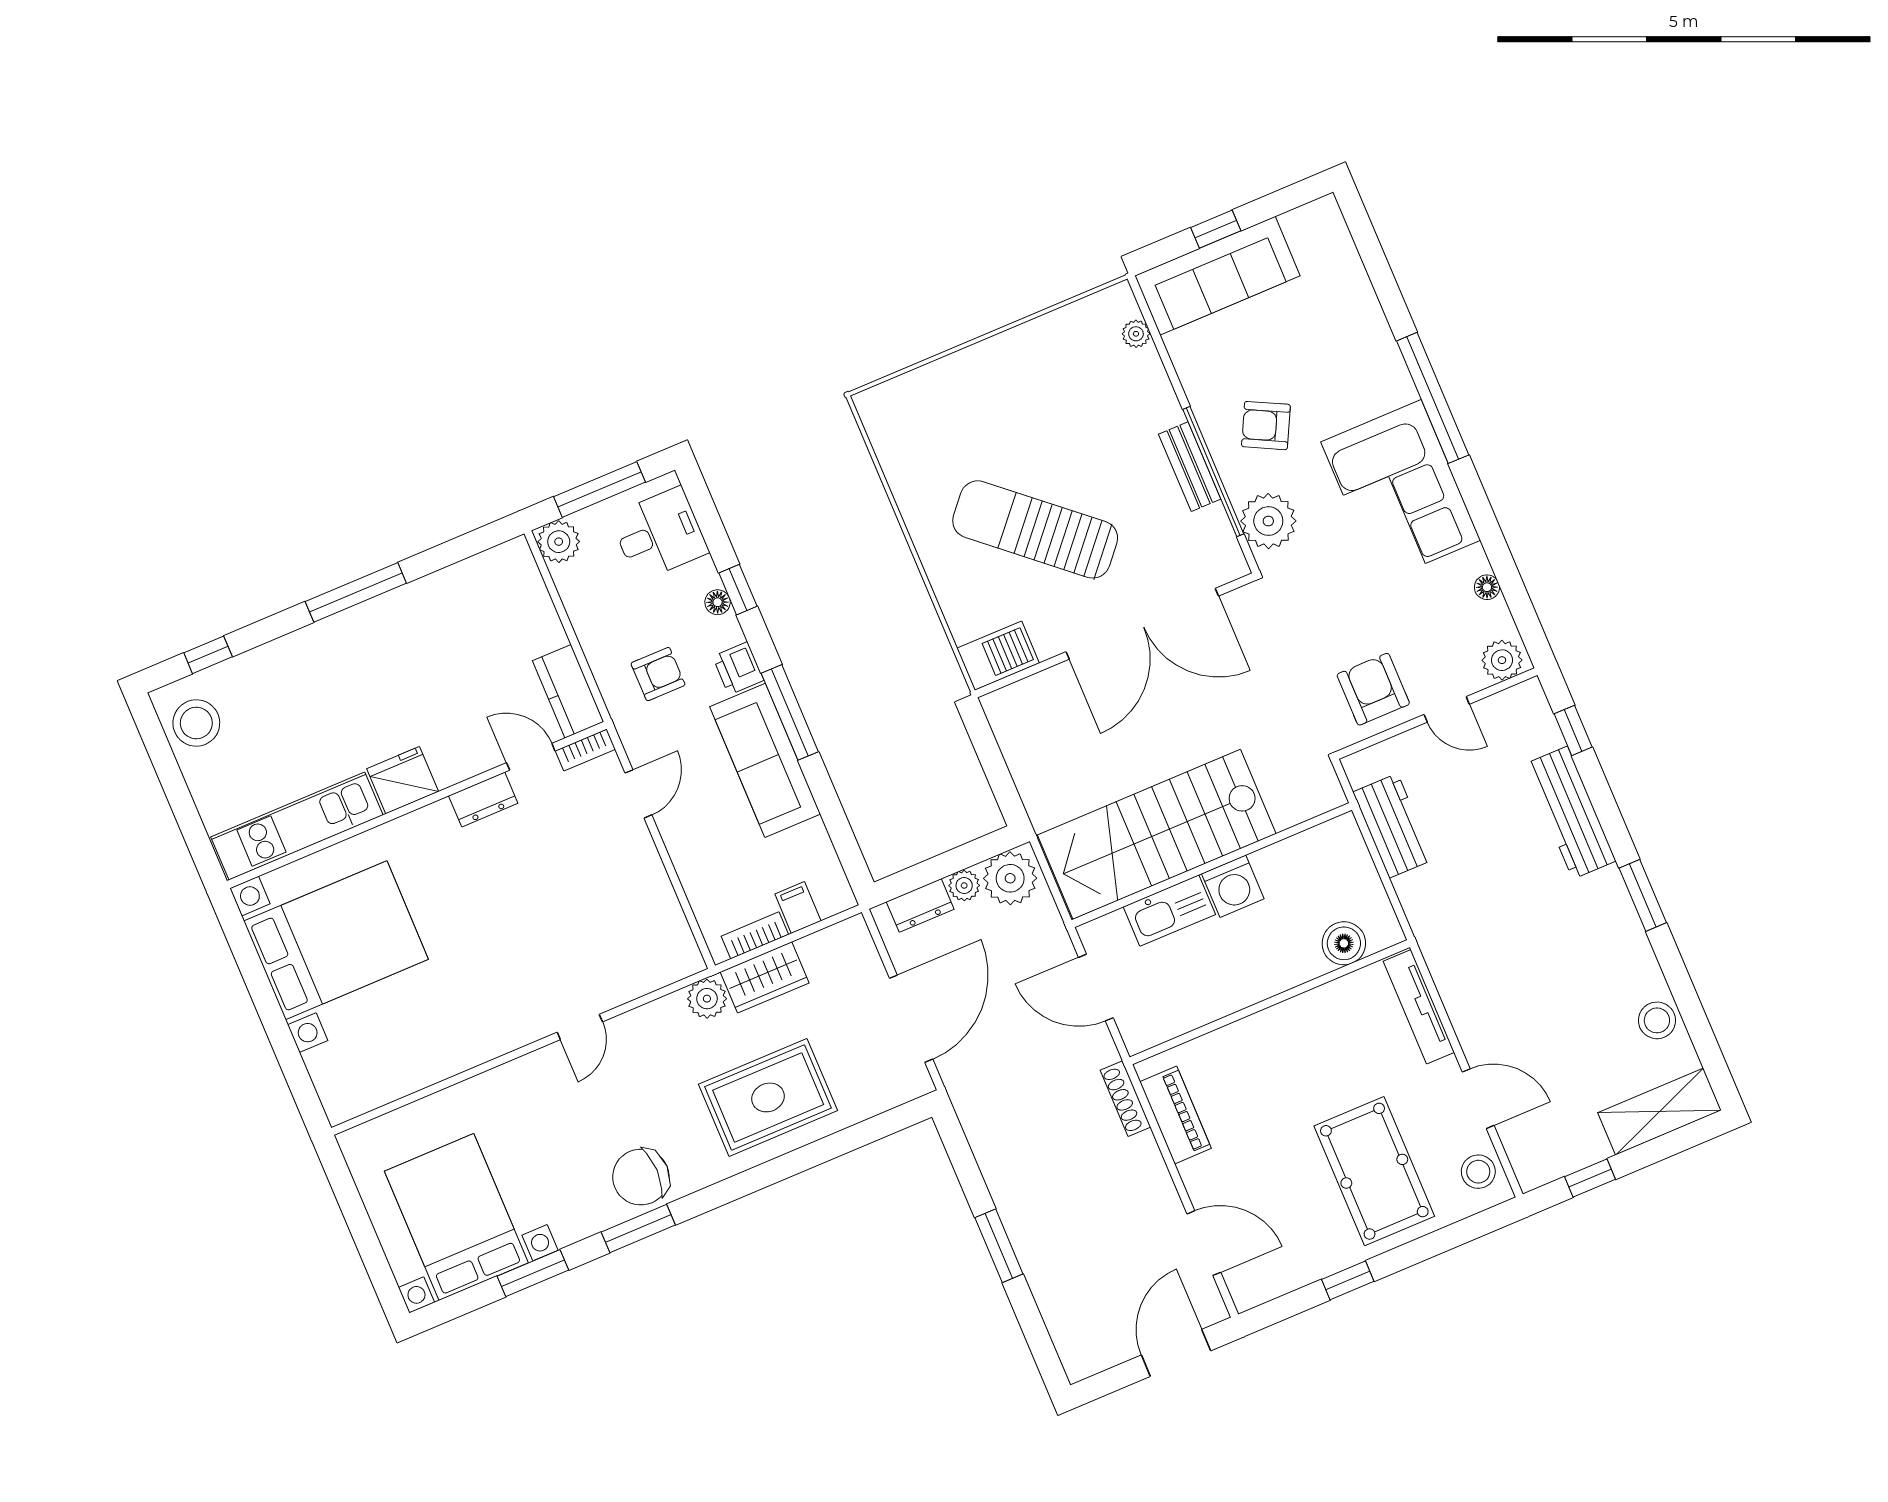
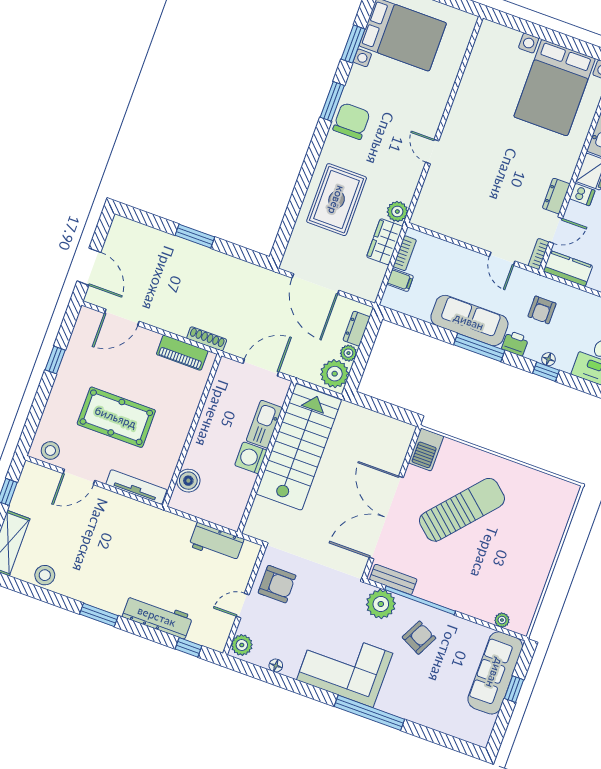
bench: (1190, 467) -> (393, 579), moved
dishwasher: (448, 766) -> (582, 195), added
pool table: (1374, 1171) -> (116, 417), moved

